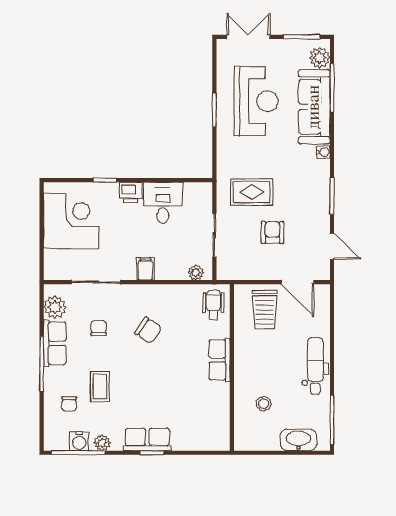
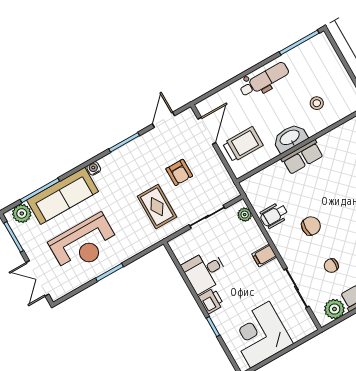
reception desk: (256, 101) -> (84, 244), turned 180
armchair: (272, 232) -> (179, 172), turned -90
wheelchair: (213, 305) -> (274, 215), moved
chair: (148, 330) -> (311, 226), turned 55
dental chair: (315, 366) -> (264, 80), turned 180
washbasin: (299, 440) -> (290, 138), moved, turned 90

